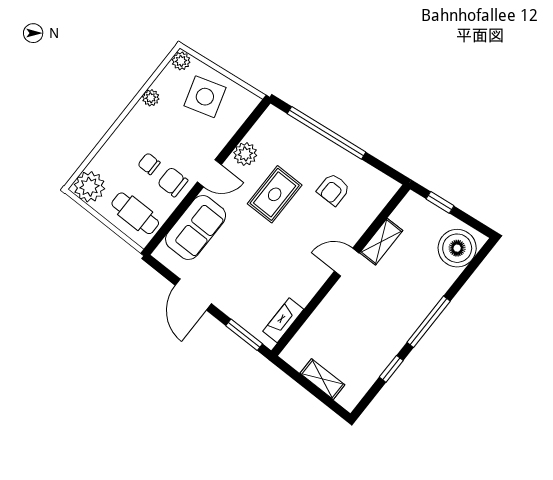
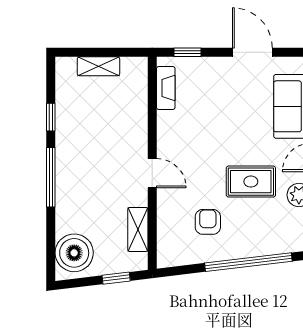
rug: (275, 194) -> (251, 182), turned 90
shelving: (381, 242) -> (138, 229), moved
door: (347, 262) -> (152, 173), hinge flipped
window: (244, 335) -> (187, 52), width x0.67

